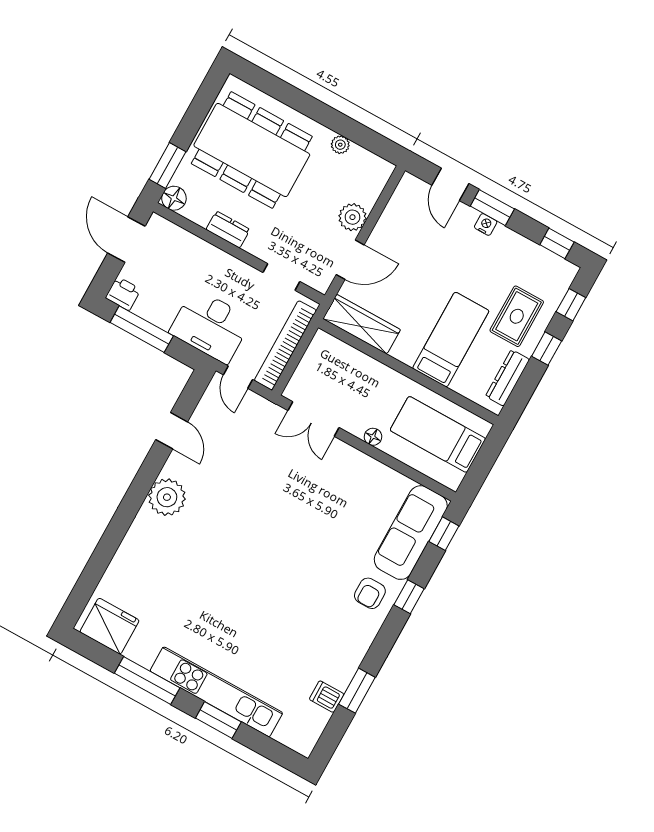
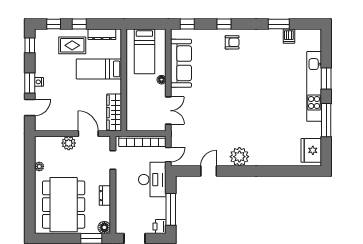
sofa: (411, 533) -> (181, 63), moved, turned -90

